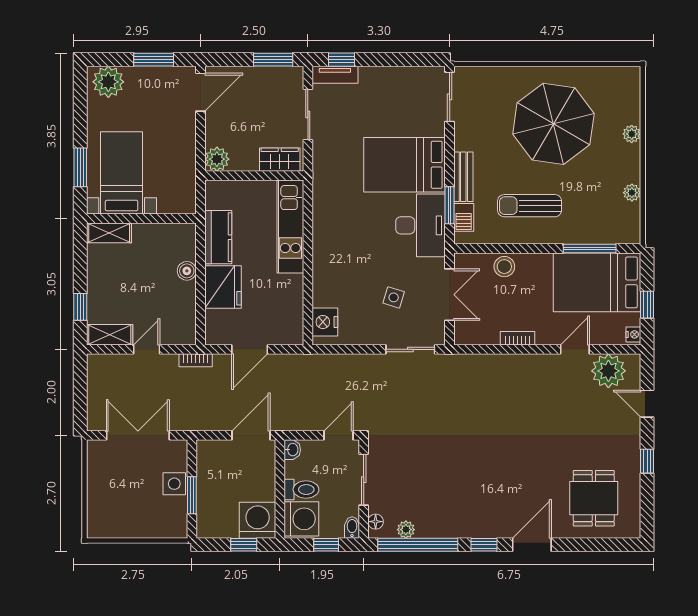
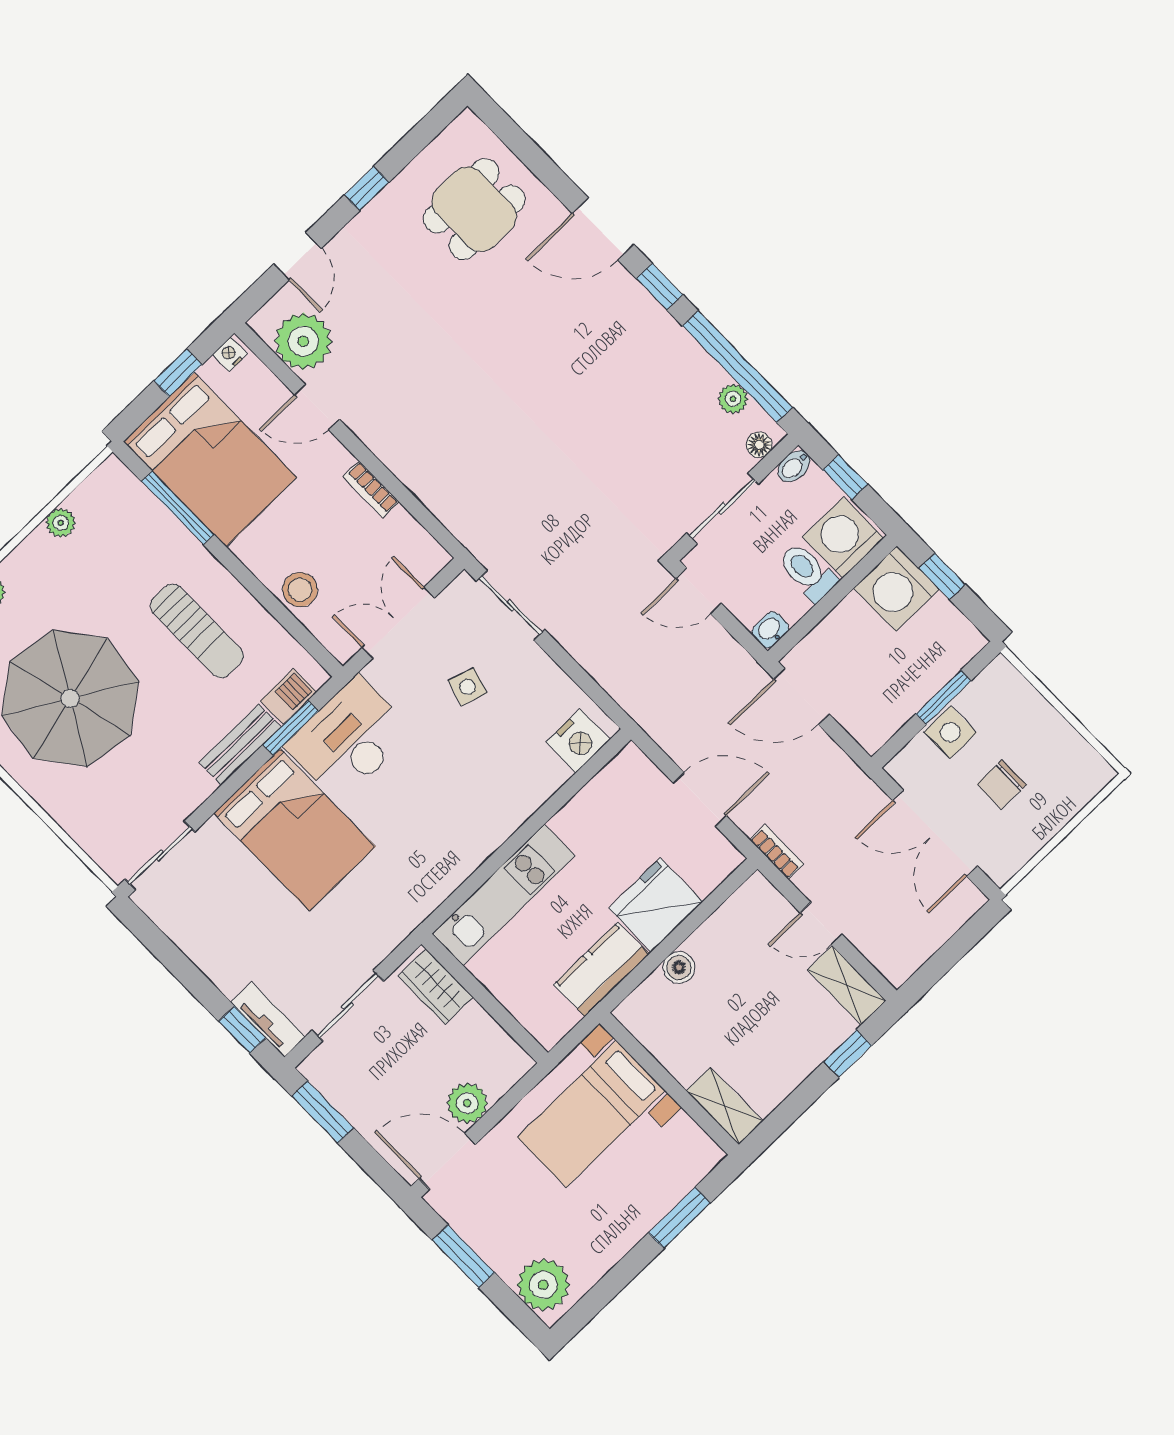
plant: (217, 159) -> (467, 1103), moved
bed with nightstands: (122, 173) -> (591, 1114), moved
chair: (131, 484) -> (1002, 784), added

